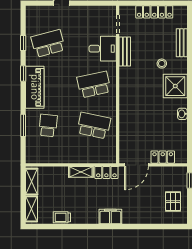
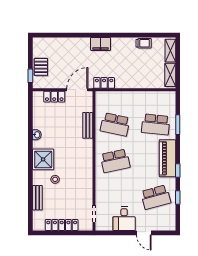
desk: (103, 49) -> (124, 219), moved, turned -90
bench: (125, 51) -> (88, 125), moved
school desk: (48, 126) -> (156, 124), width x1.85
shelving: (81, 172) -> (127, 84), removed
pallet: (173, 202) -> (41, 67), moved

